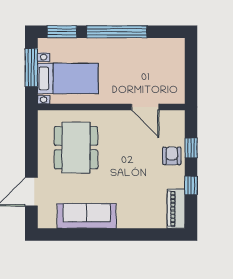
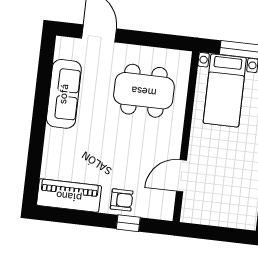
window: (191, 186) -> (85, 218), removed
piano: (176, 209) -> (69, 196), width x1.37, depth x1.33

